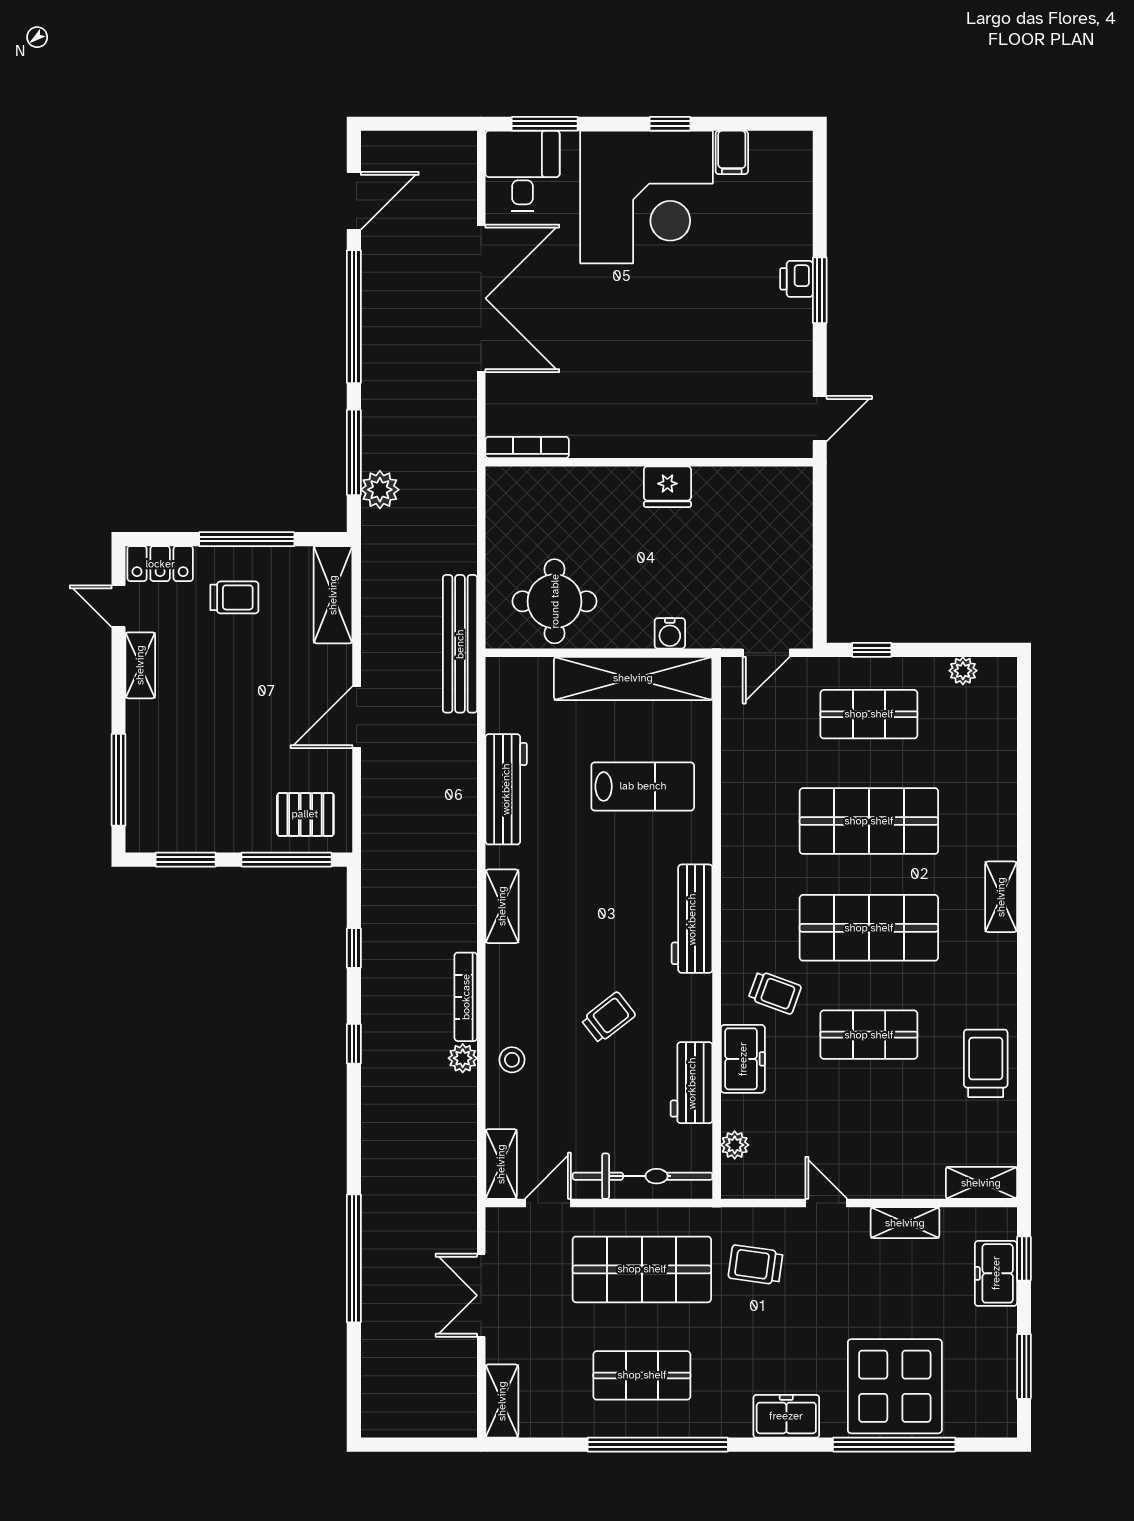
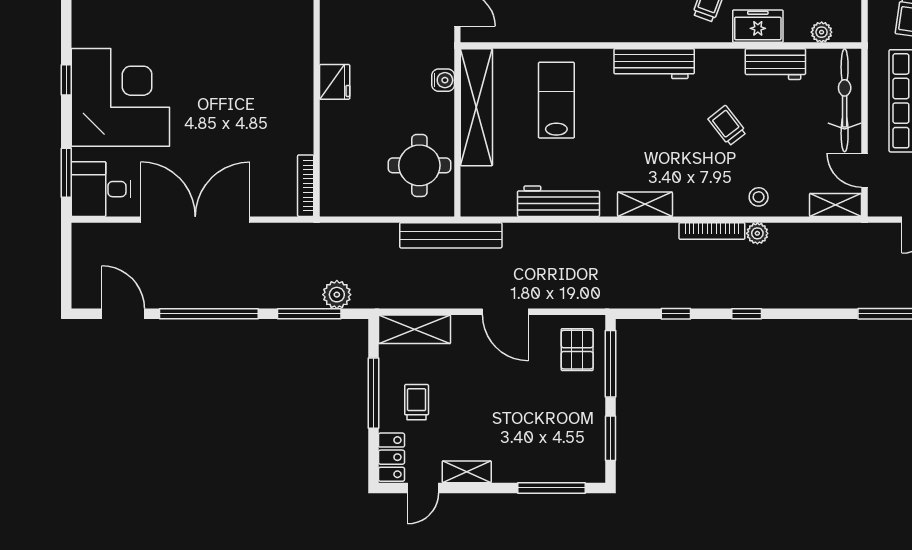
filing cabinet: (732, 152) -> (87, 34), removed

